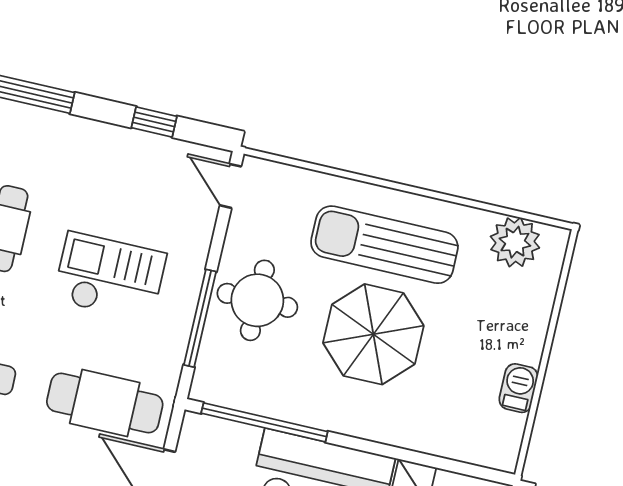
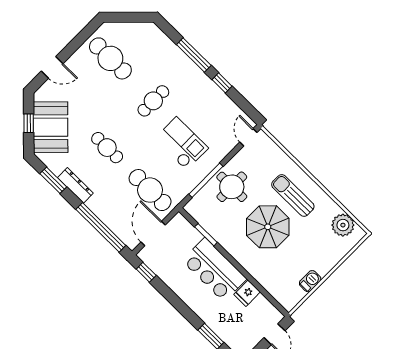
window: (154, 122) -> (222, 83), moved
sun lounger: (384, 245) -> (293, 195), width x0.73, depth x0.75
window: (264, 422) -> (206, 235), width x0.47

